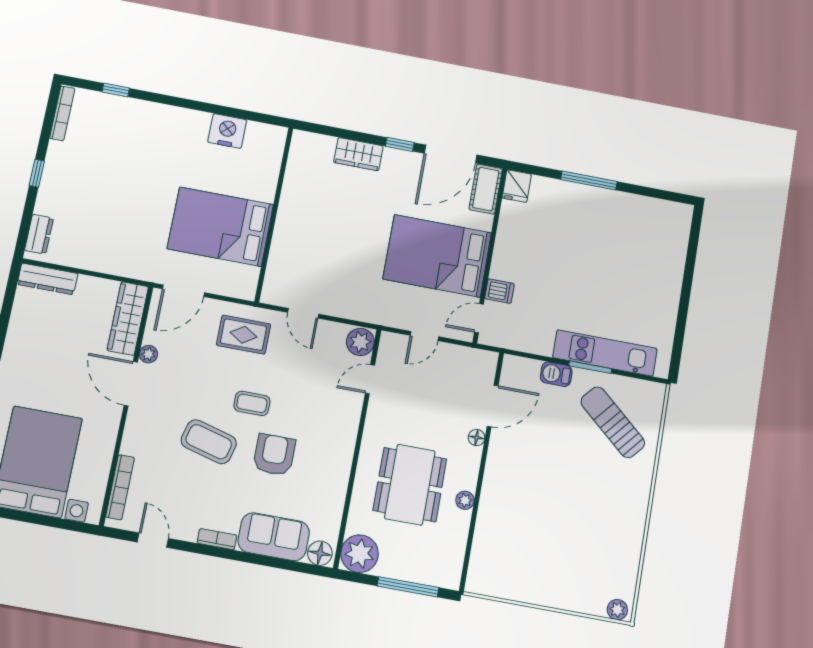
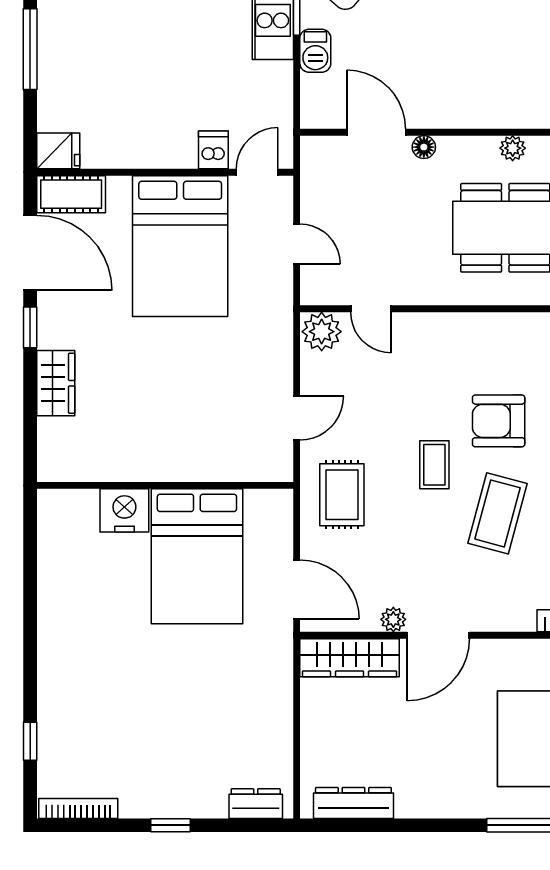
nightstand: (227, 131) -> (124, 510), moved, turned 90
dresser: (48, 279) -> (353, 803), moved, turned -90
door: (479, 318) -> (257, 172), swing flipped

